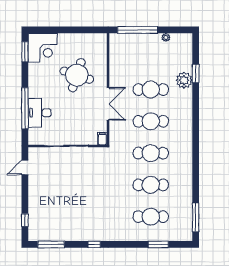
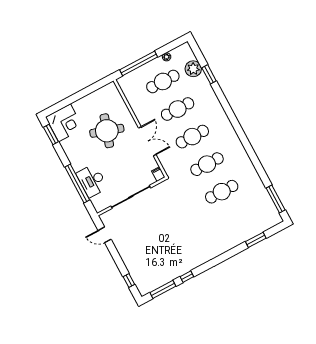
plant: (184, 80) -> (193, 69), moved
door: (25, 167) -> (105, 235), hinge flipped
cafe table: (151, 217) -> (163, 81), moved
window: (94, 244) -> (187, 277), moved

